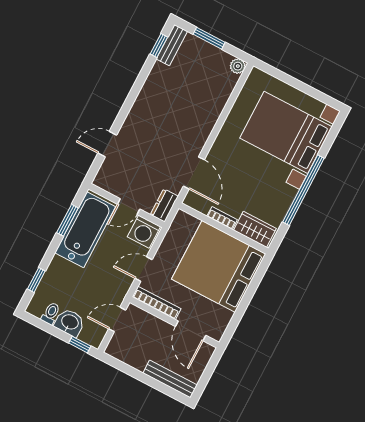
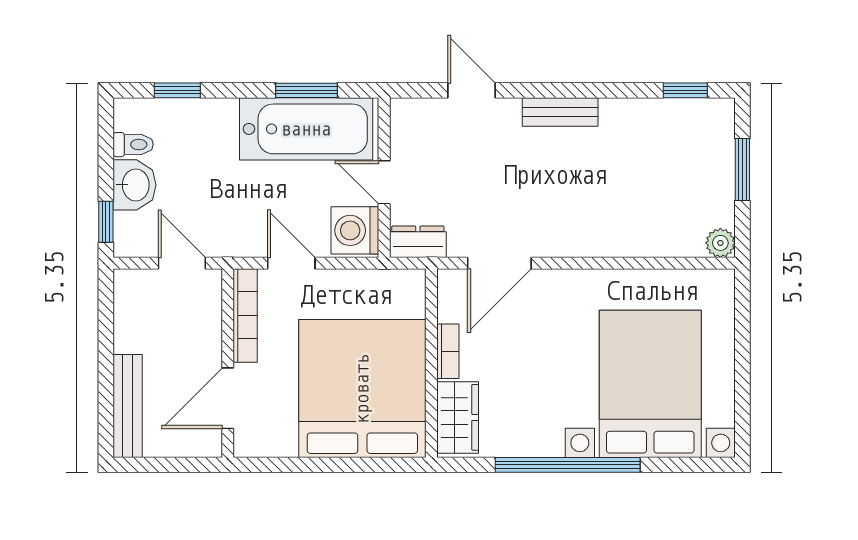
bench: (172, 45) -> (560, 112), moved

